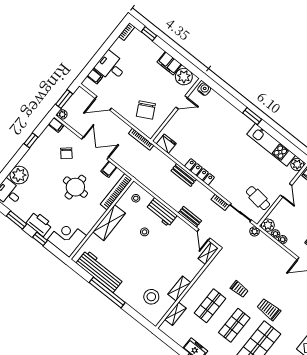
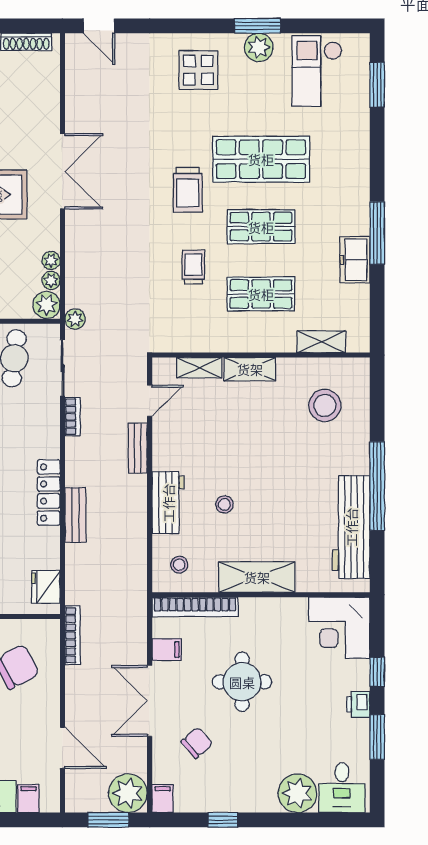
plant: (62, 114) -> (128, 793), width x1.87, depth x1.87
printer: (39, 224) -> (358, 704), width x0.53, depth x0.68
shelving: (208, 253) -> (199, 368), moved
shelving: (179, 289) -> (250, 369), moved

